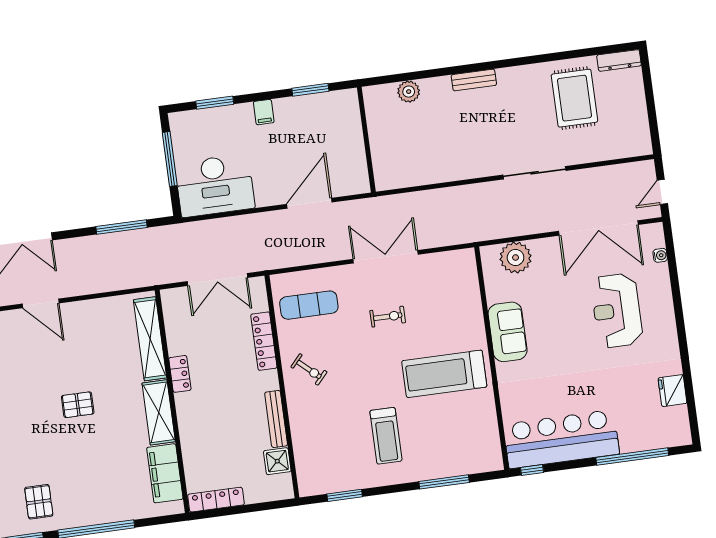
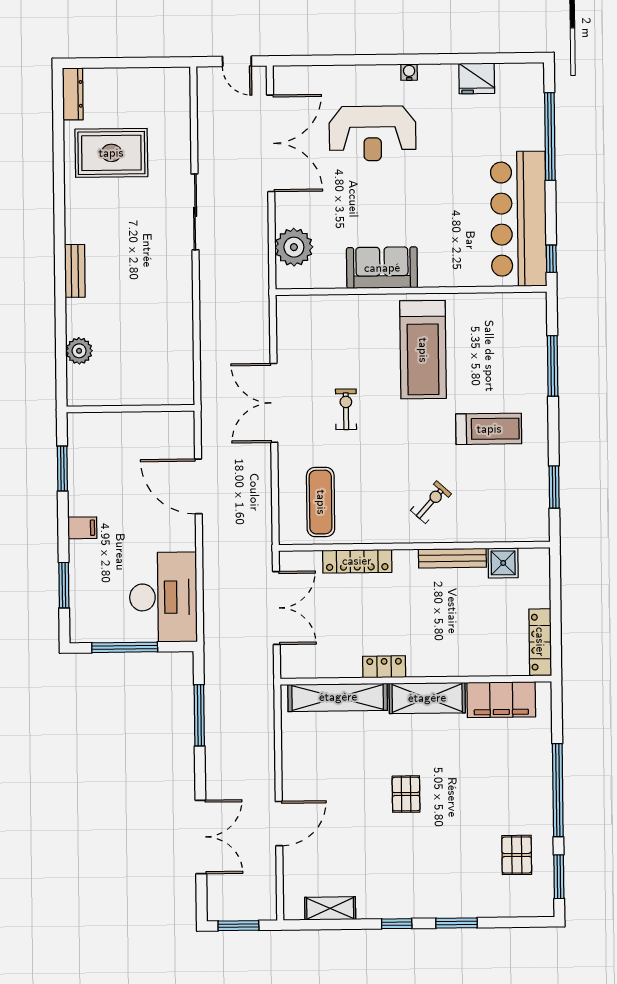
water cooler: (660, 255) -> (409, 72), moved
exercise bike: (309, 369) -> (431, 502), moved
pallet: (39, 502) -> (517, 855), turned 90

